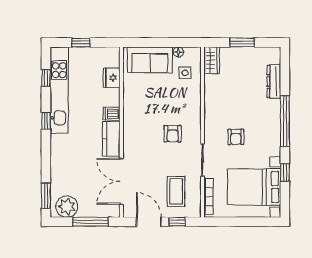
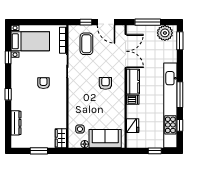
kitchen unit: (59, 90) -> (170, 105), width x1.36
window: (46, 121) -> (180, 95), width x2.17
window: (285, 121) -> (8, 94), width x0.32
armchair: (173, 134) -> (105, 83), moved
bed with nightstands: (254, 187) -> (30, 41), width x0.73

